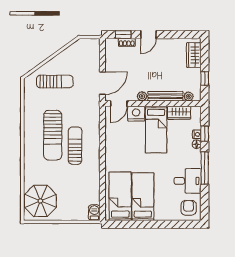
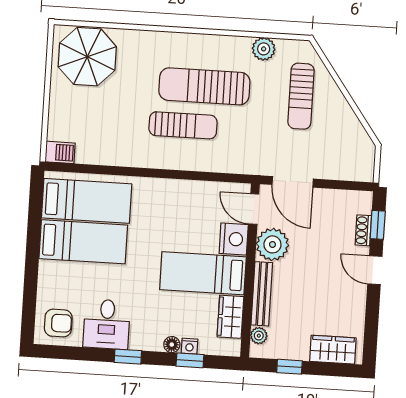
plant: (142, 96) -> (272, 244), width x1.88, depth x1.88
plant: (30, 104) -> (264, 49), added
window: (205, 168) -> (128, 357), width x0.46

